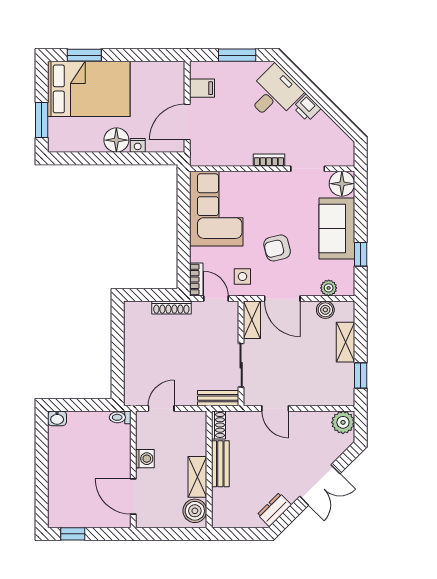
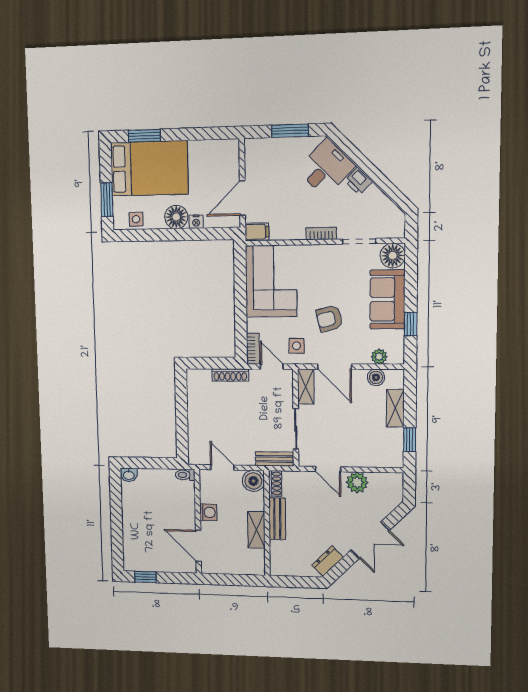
filing cabinet: (202, 88) -> (257, 232), moved
side table: (73, 141) -> (136, 219), added
door: (161, 408) -> (222, 467), hinge flipped
plant: (343, 422) -> (357, 482), moved
boiler: (195, 511) -> (253, 481), moved

